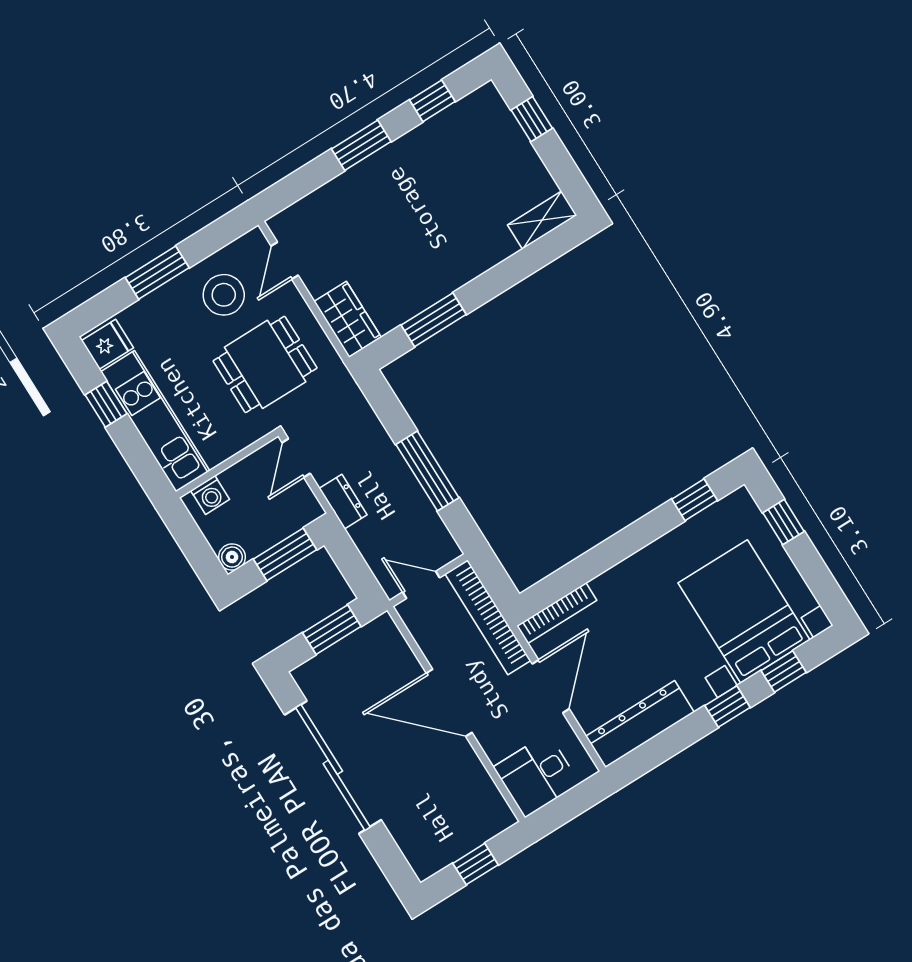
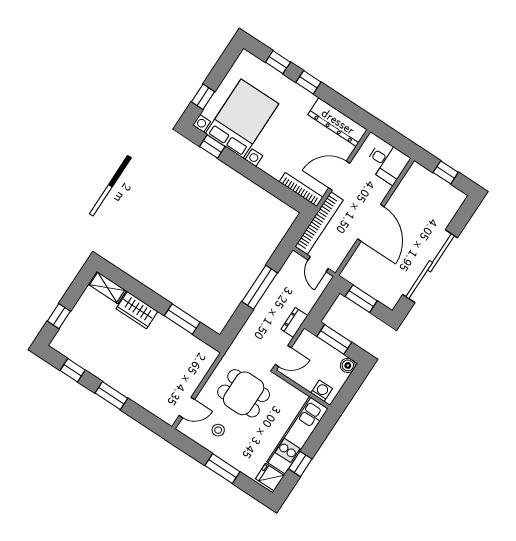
stool: (224, 295) -> (218, 430), width x0.53, depth x0.53
wardrobe: (348, 319) -> (137, 310), moved, turned -90
bed with nightstands: (744, 611) -> (242, 119), moved, turned 180

